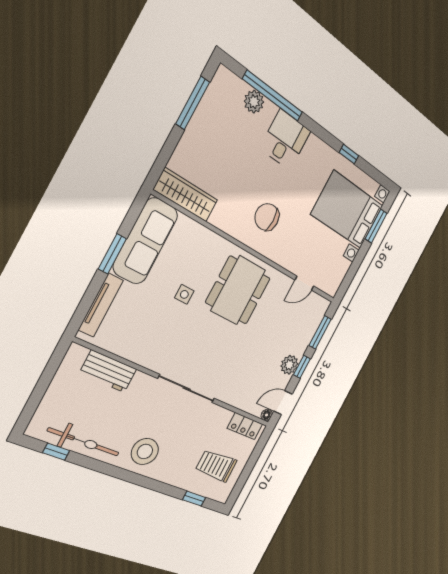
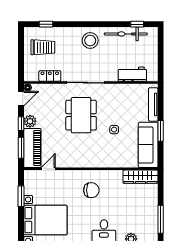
window: (376, 226) -> (21, 196), moved
dining table: (238, 290) -> (81, 115), moved
piano: (307, 324) -> (32, 148), added
locker: (245, 426) -> (50, 76), moved

